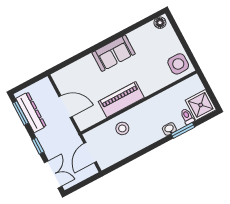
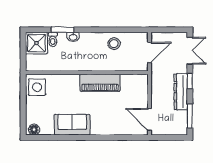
sofa: (114, 53) -> (72, 125), moved
door: (66, 107) -> (149, 119), moved
dresser: (31, 112) -> (181, 92), moved
stool: (122, 128) -> (114, 44), moved
double door: (53, 174) -> (190, 51), swing flipped

